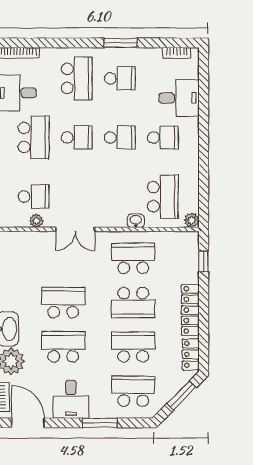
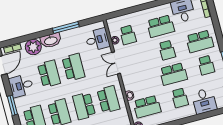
school desk: (120, 137) -> (173, 74), width x1.85
desk: (28, 250) -> (97, 40), added

